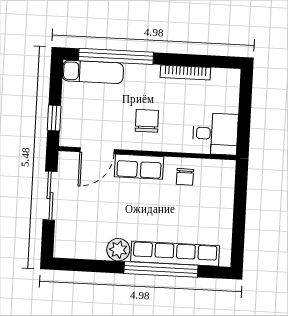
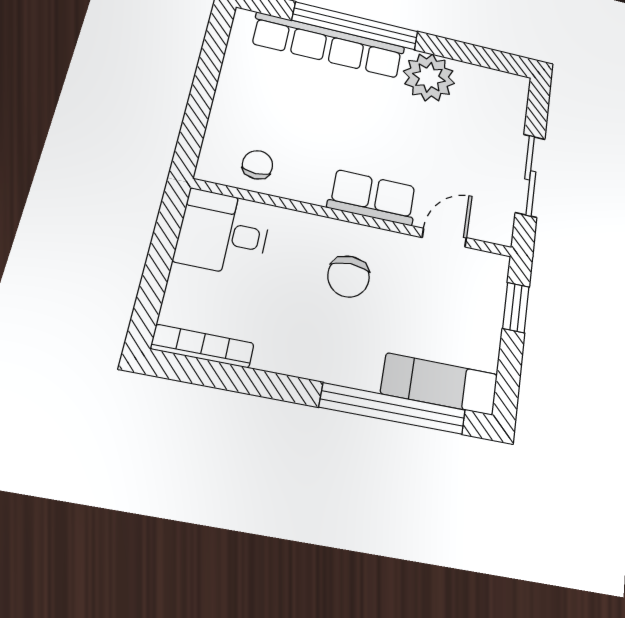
bookcase: (185, 73) -> (202, 346), moved
door: (97, 151) -> (444, 238), width x0.73
chair: (185, 177) -> (257, 165), moved
plant: (118, 250) -> (429, 77), width x1.36, depth x1.36

